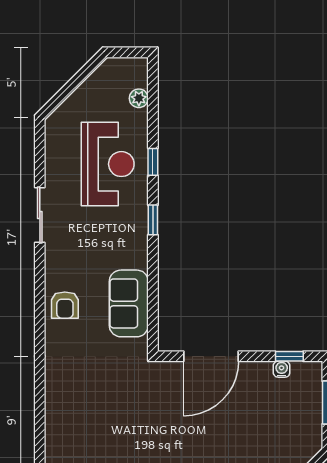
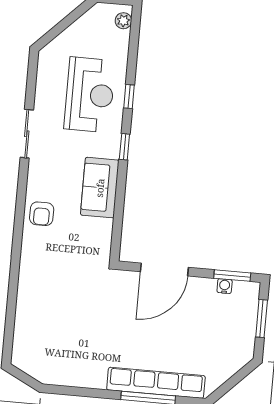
plant: (139, 98) -> (123, 21), moved
sofa: (129, 303) -> (100, 188), moved
window: (289, 356) -> (232, 276), width x1.50

